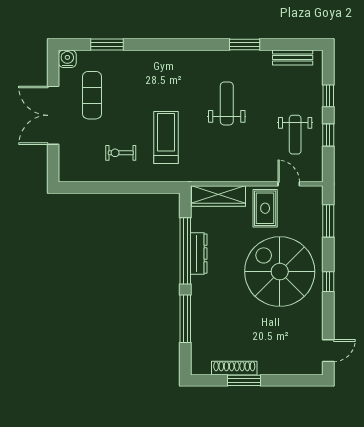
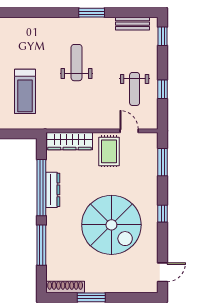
window: (328, 96) -> (163, 36), moved
treadmill: (166, 137) -> (25, 91), turned 180
spiral stairs: (280, 272) -> (111, 225), moved, turned 180
shoe rack: (234, 368) -> (65, 287), moved

